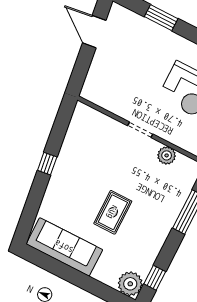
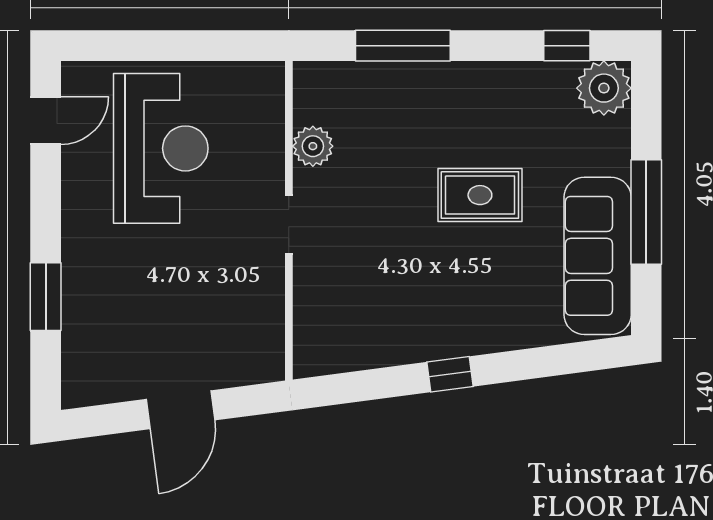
door: (94, 32) -> (181, 410), moved
window: (72, 275) -> (646, 212), added

